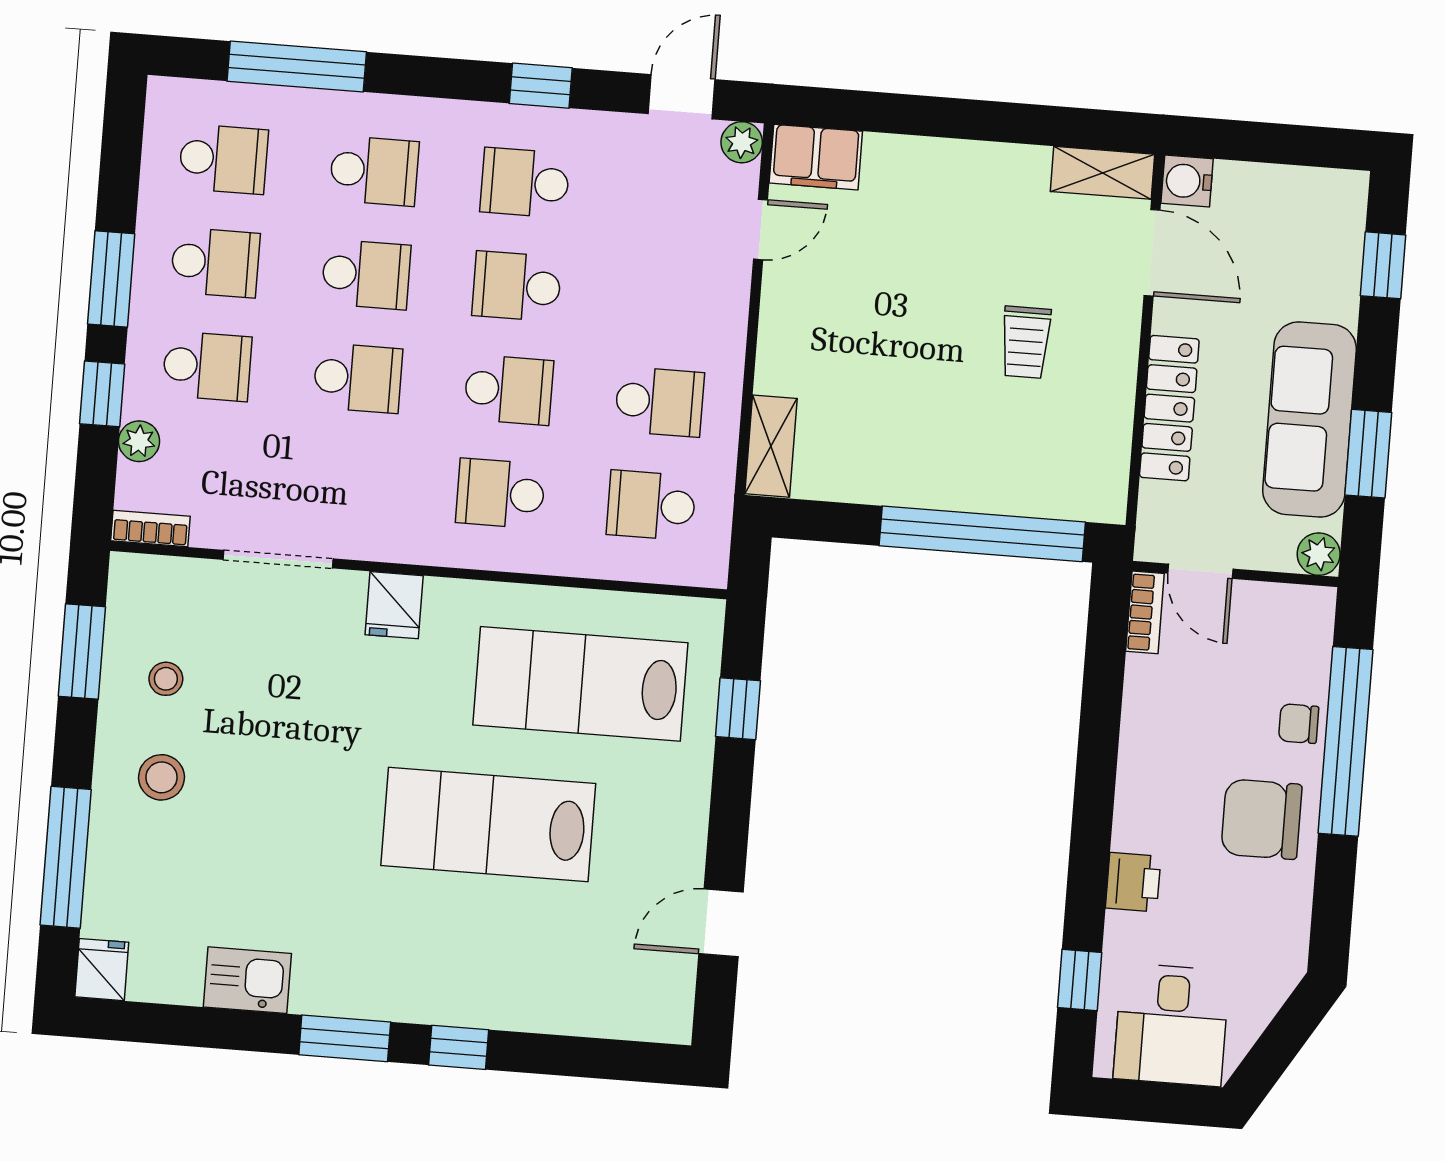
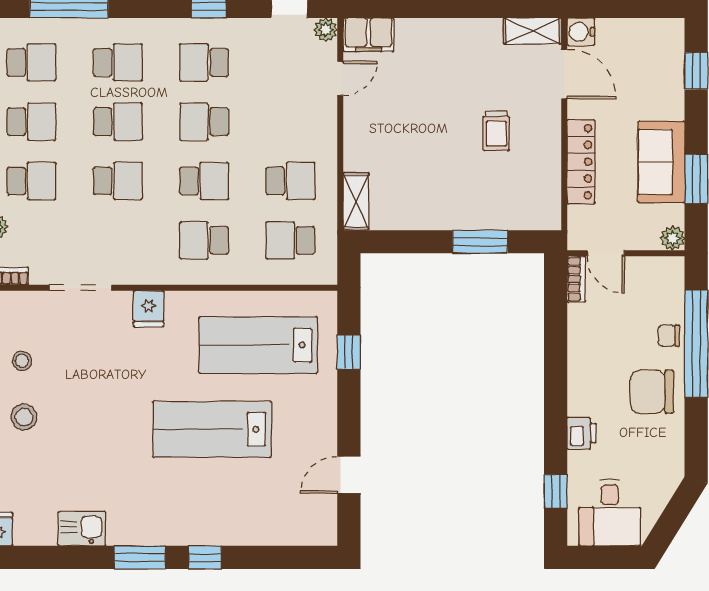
sofa: (1309, 419) -> (661, 162), width x0.73
window: (982, 534) -> (480, 242), width x0.47

